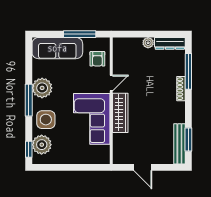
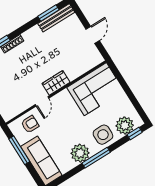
door: (111, 83) -> (42, 101), swing flipped
wardrobe: (120, 113) -> (56, 83), width x0.67
corner sofa: (92, 119) -> (95, 89), moved

